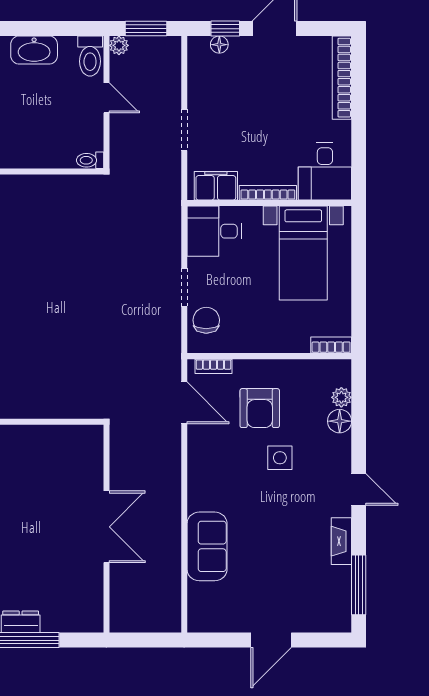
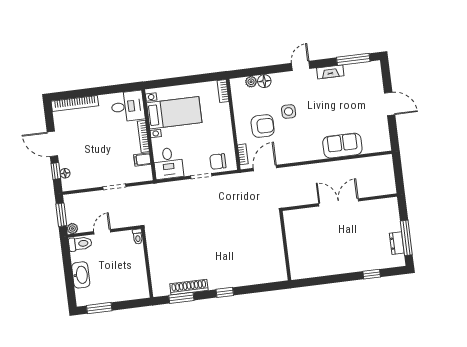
filing cabinet: (216, 186) -> (142, 160), width x0.50

